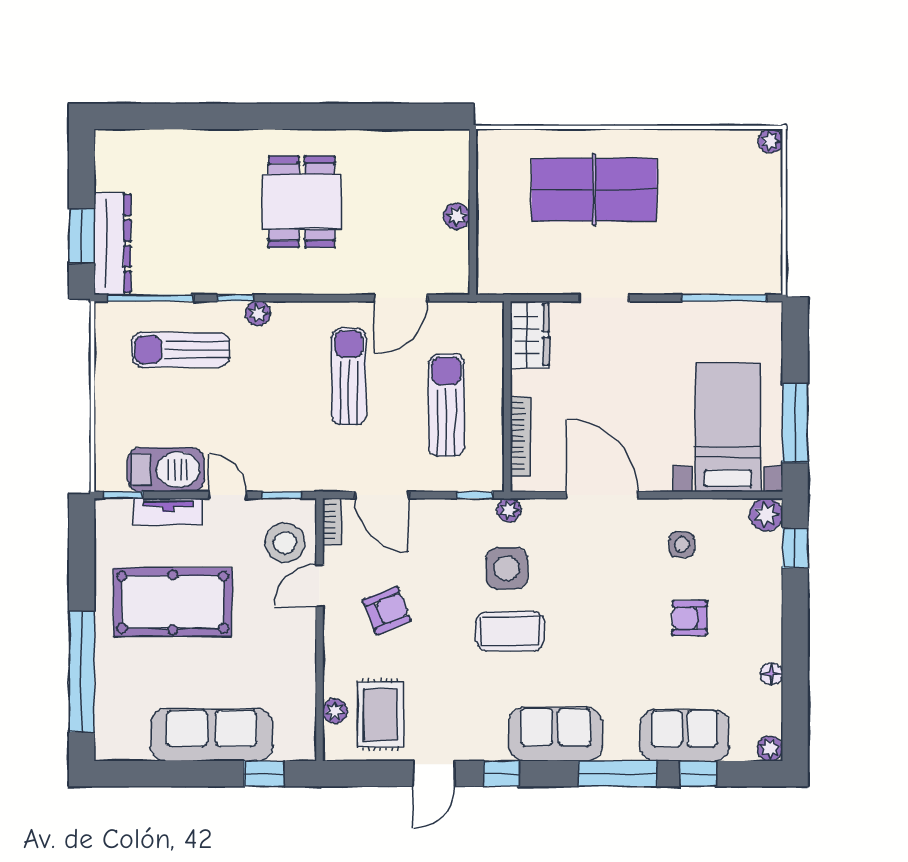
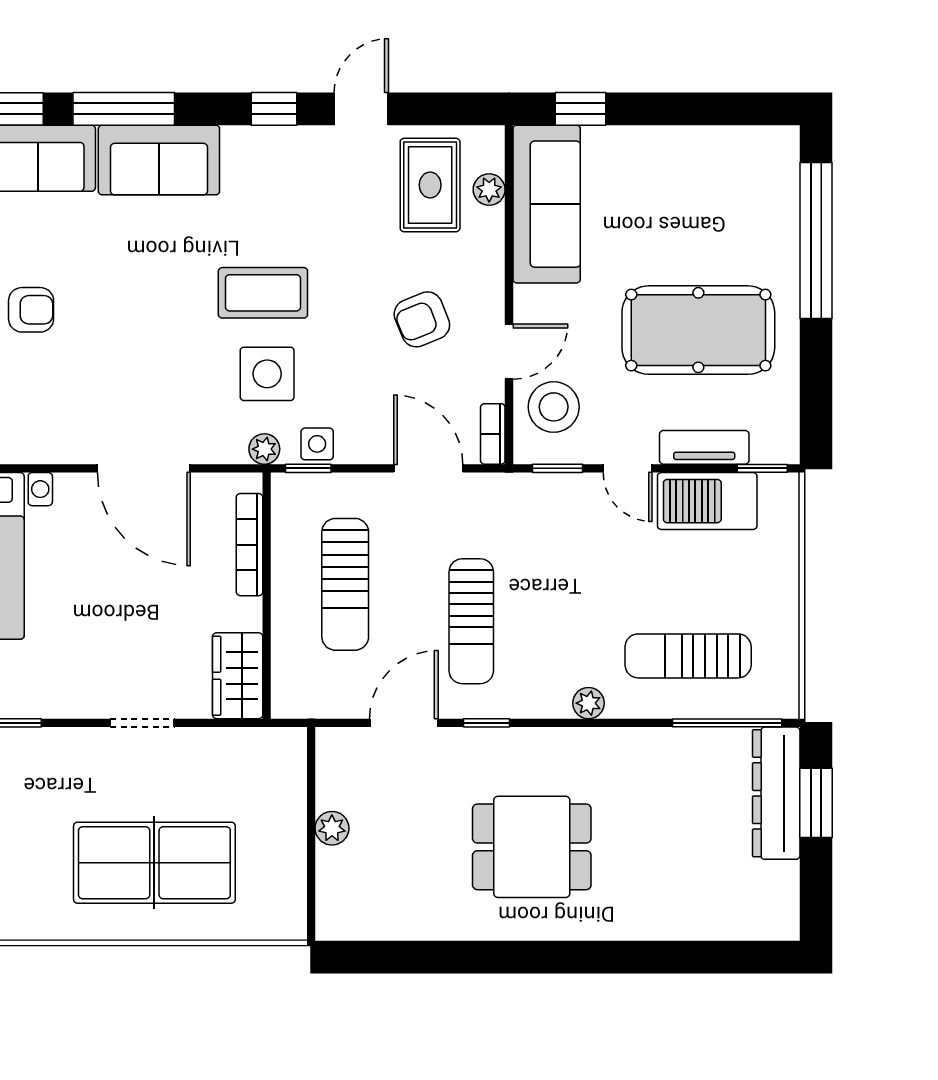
dining table: (302, 202) -> (532, 847), turned 90
window: (235, 298) -> (487, 723), moved
sun lounger: (181, 350) -> (688, 656), turned 180
side table: (682, 545) -> (317, 444), moved
sofa: (555, 734) -> (159, 160), moved
sofa: (212, 735) -> (547, 204), moved, turned -90

